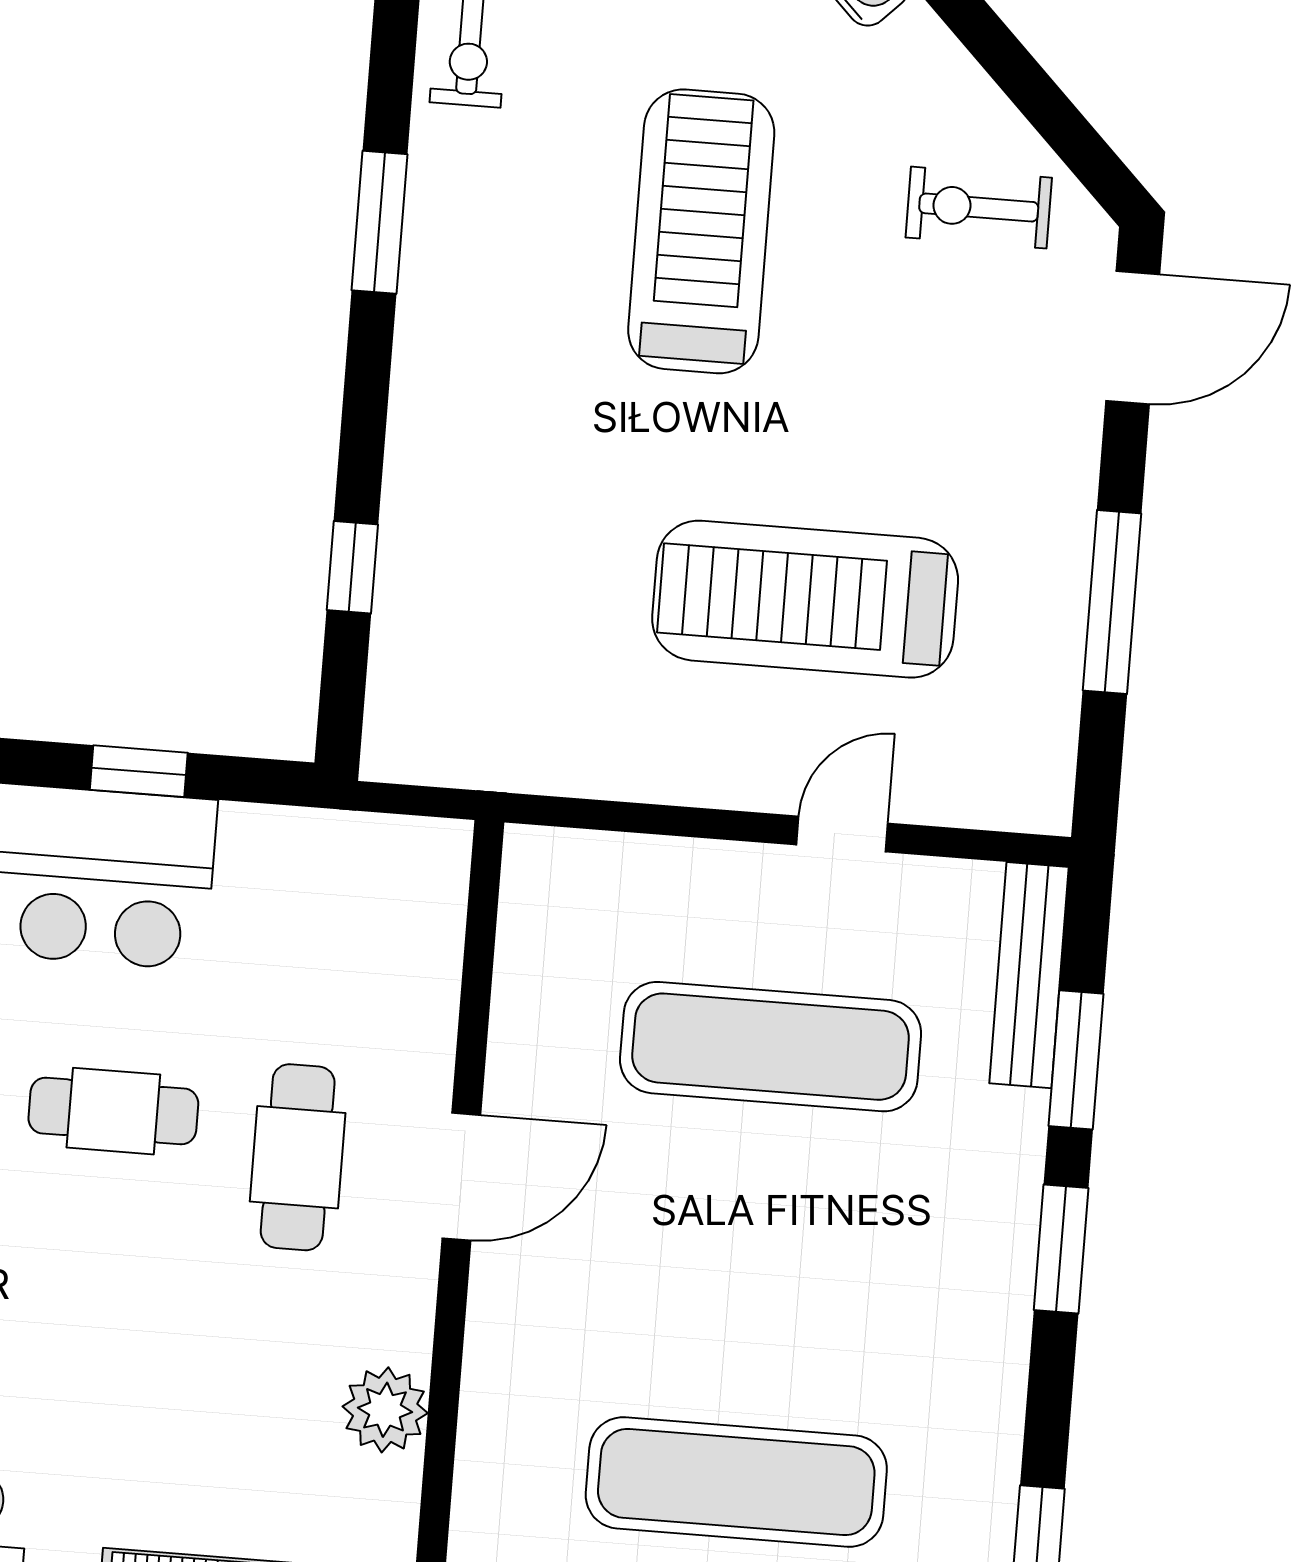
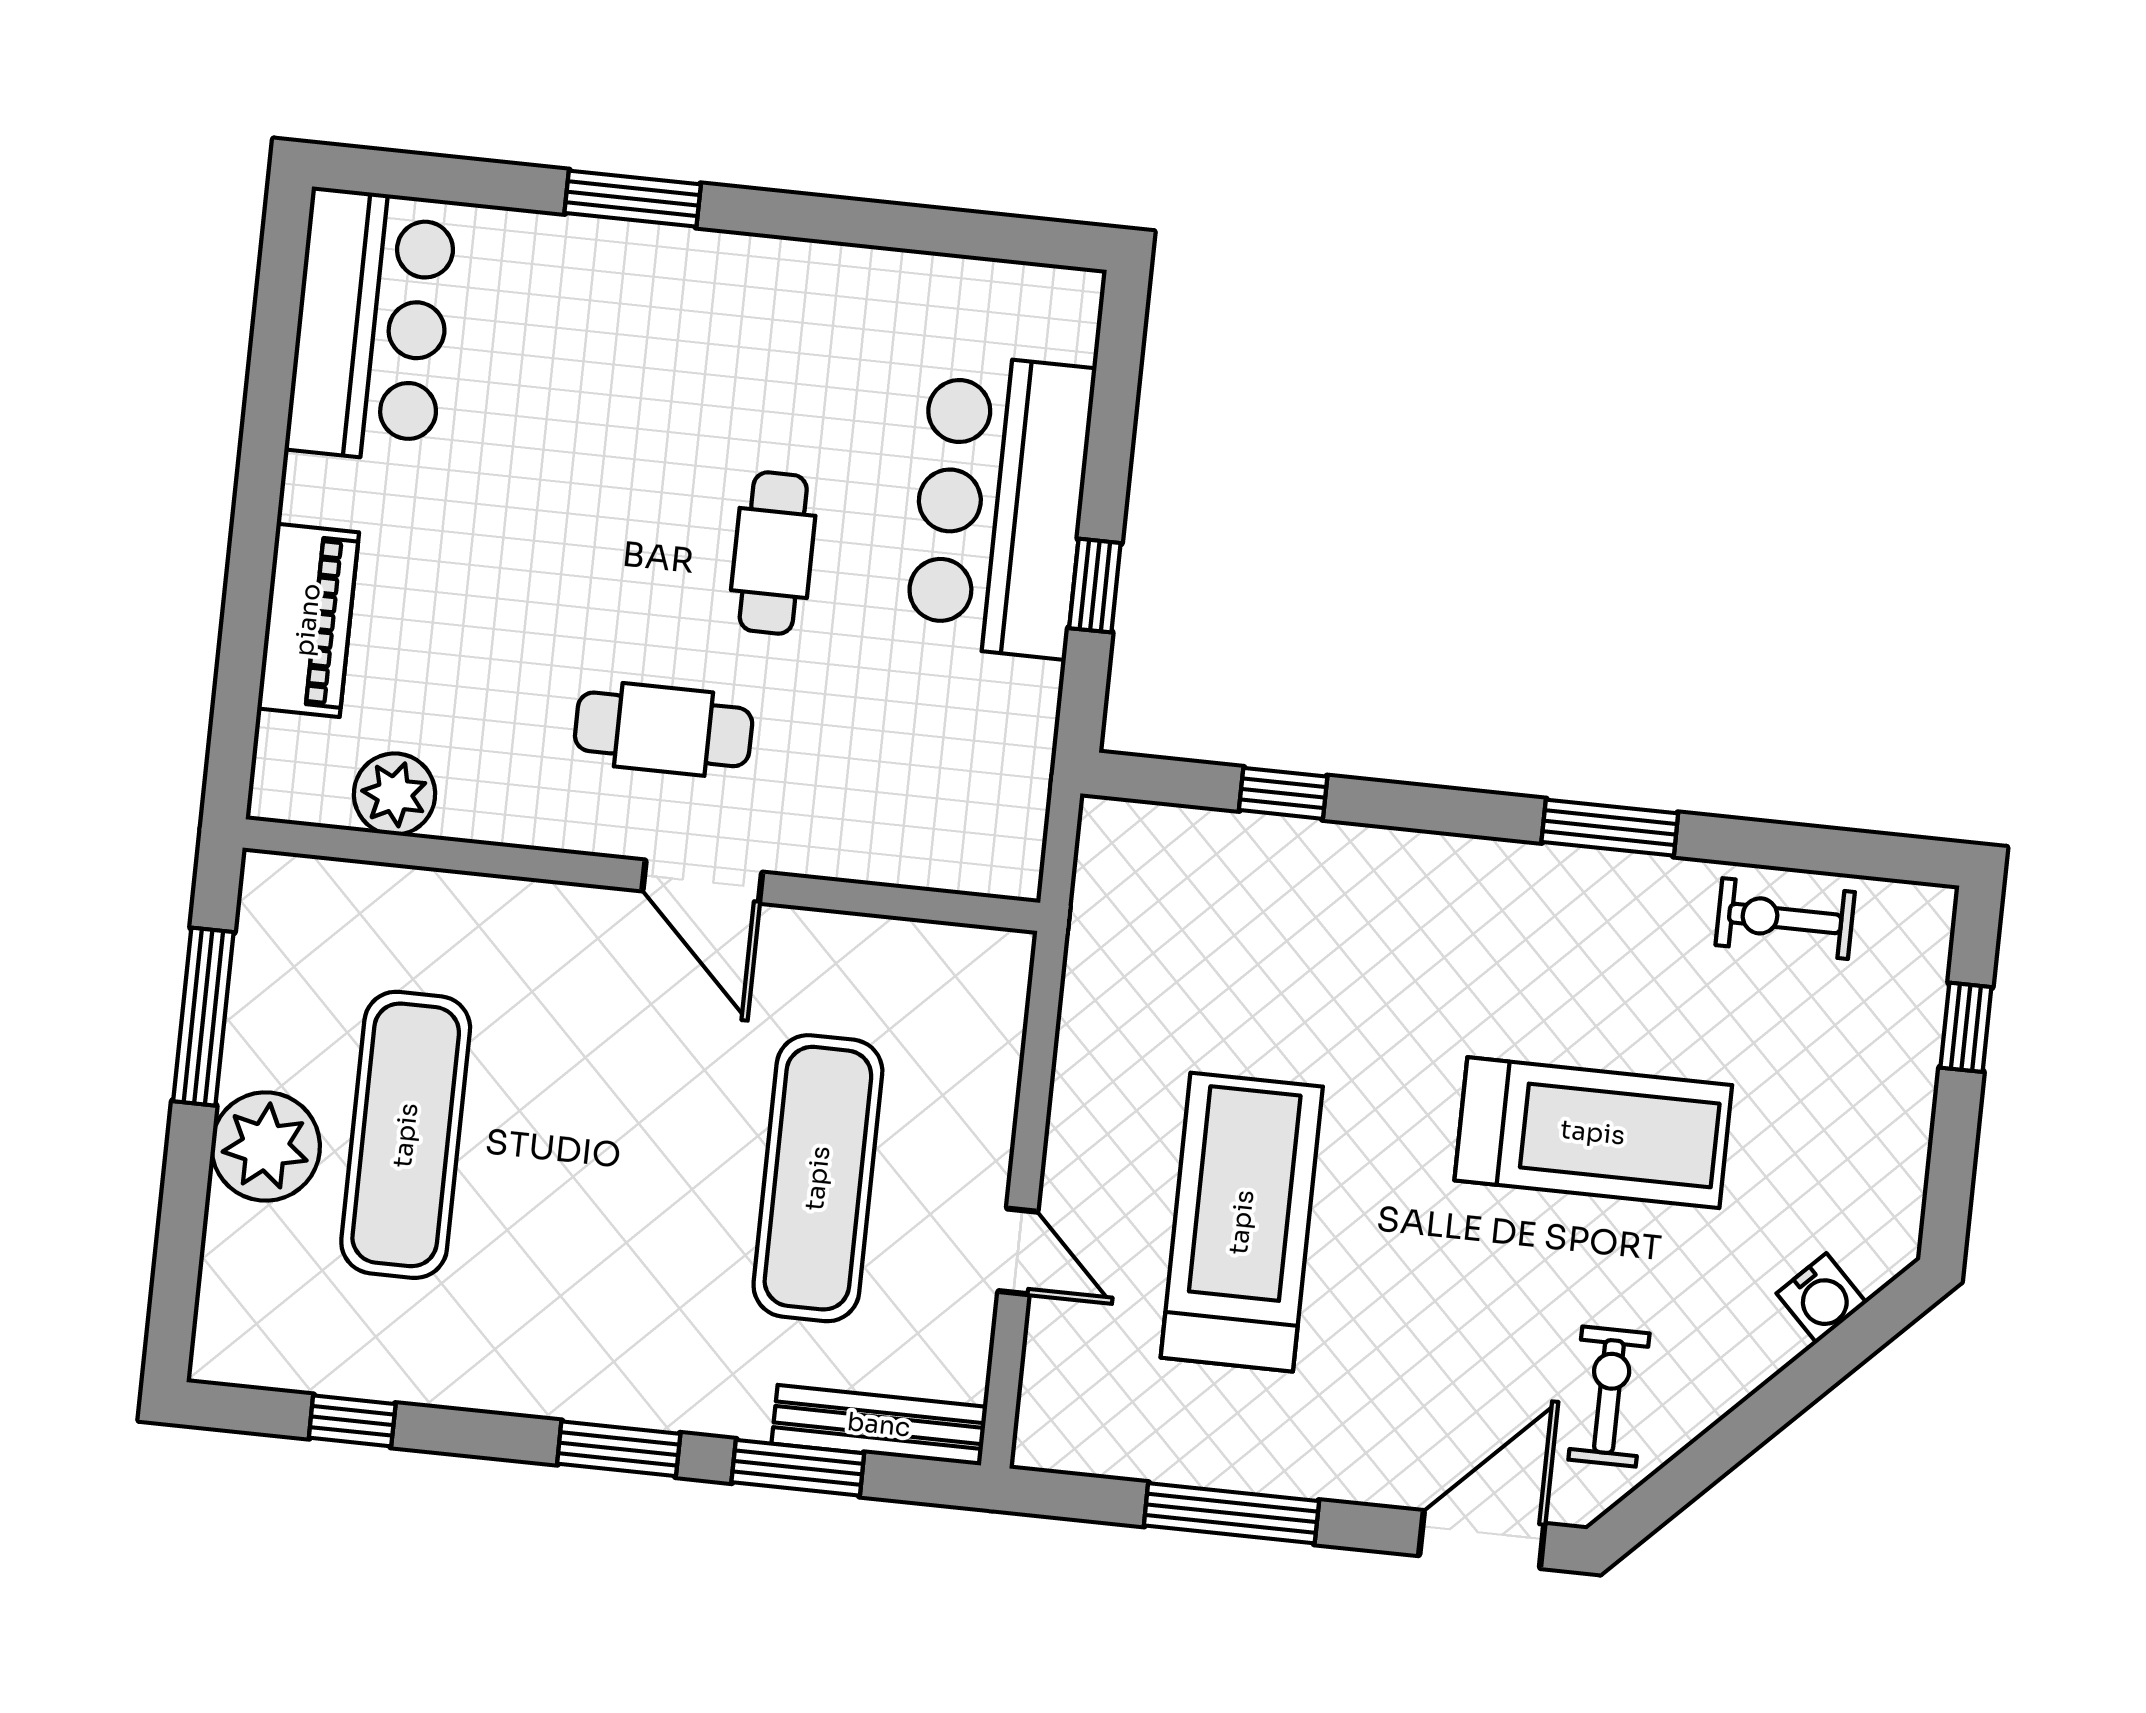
door: (1133, 337) -> (1482, 1540), swing flipped
cafe table: (298, 1157) -> (664, 729), moved
plant: (385, 1410) -> (395, 794), moved

